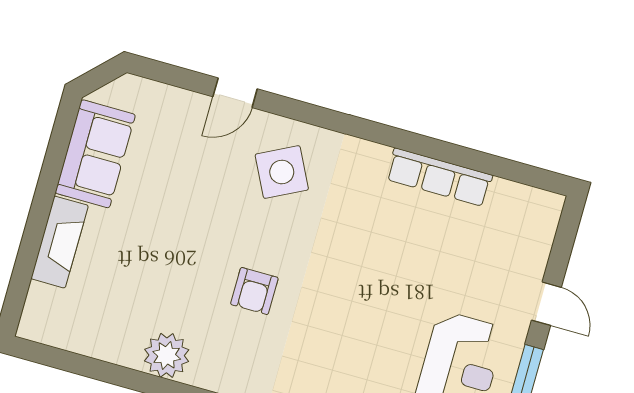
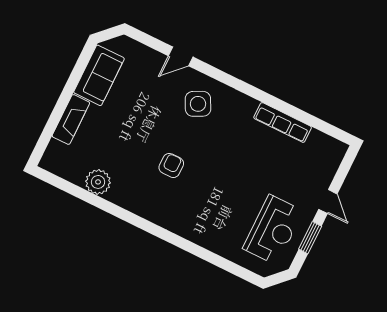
armchair: (254, 291) -> (171, 165), turned 180
plant: (167, 355) -> (98, 182), moved

